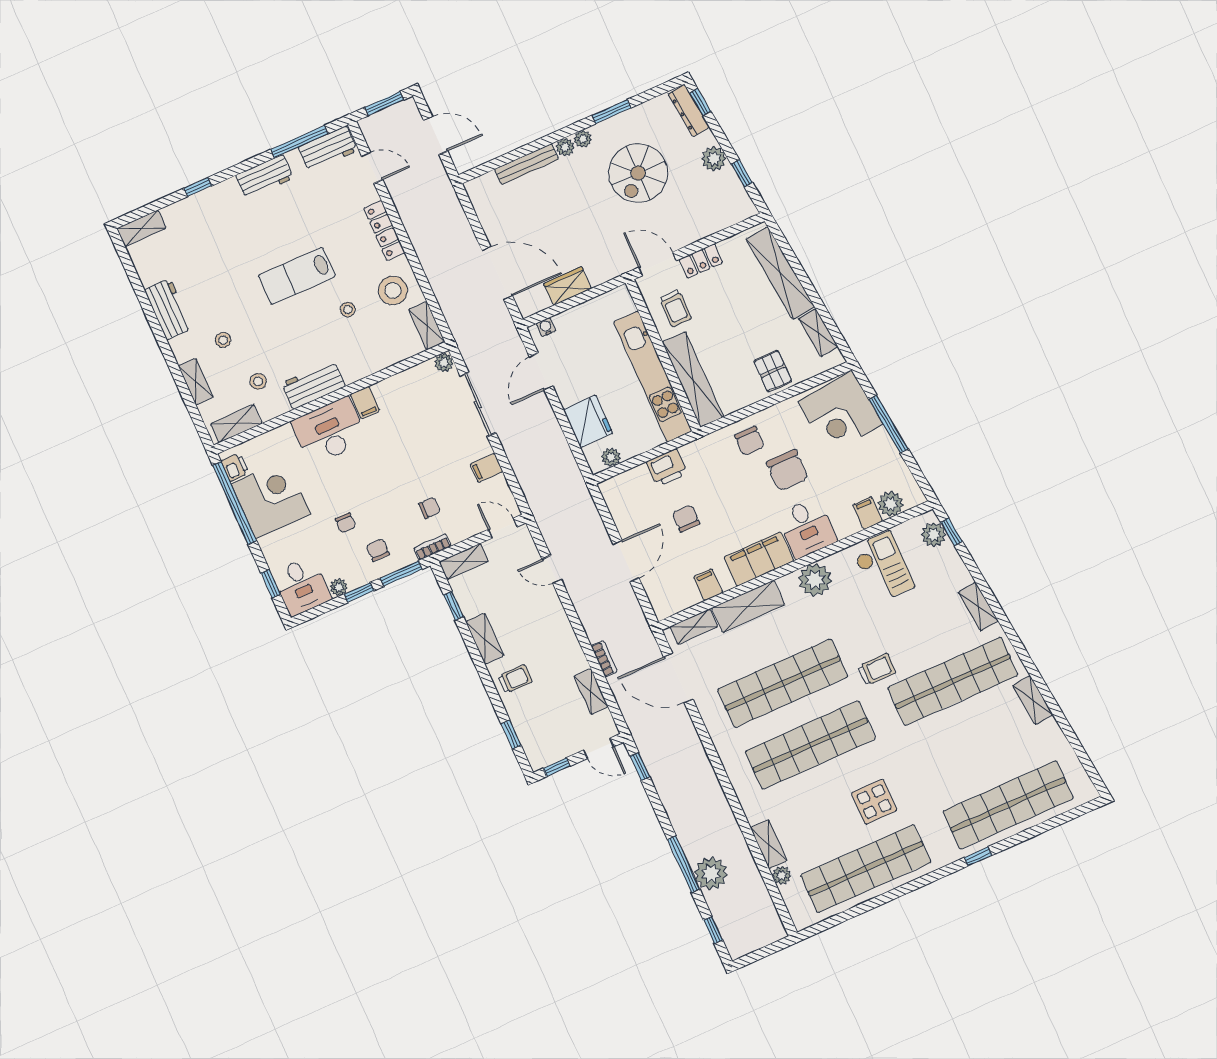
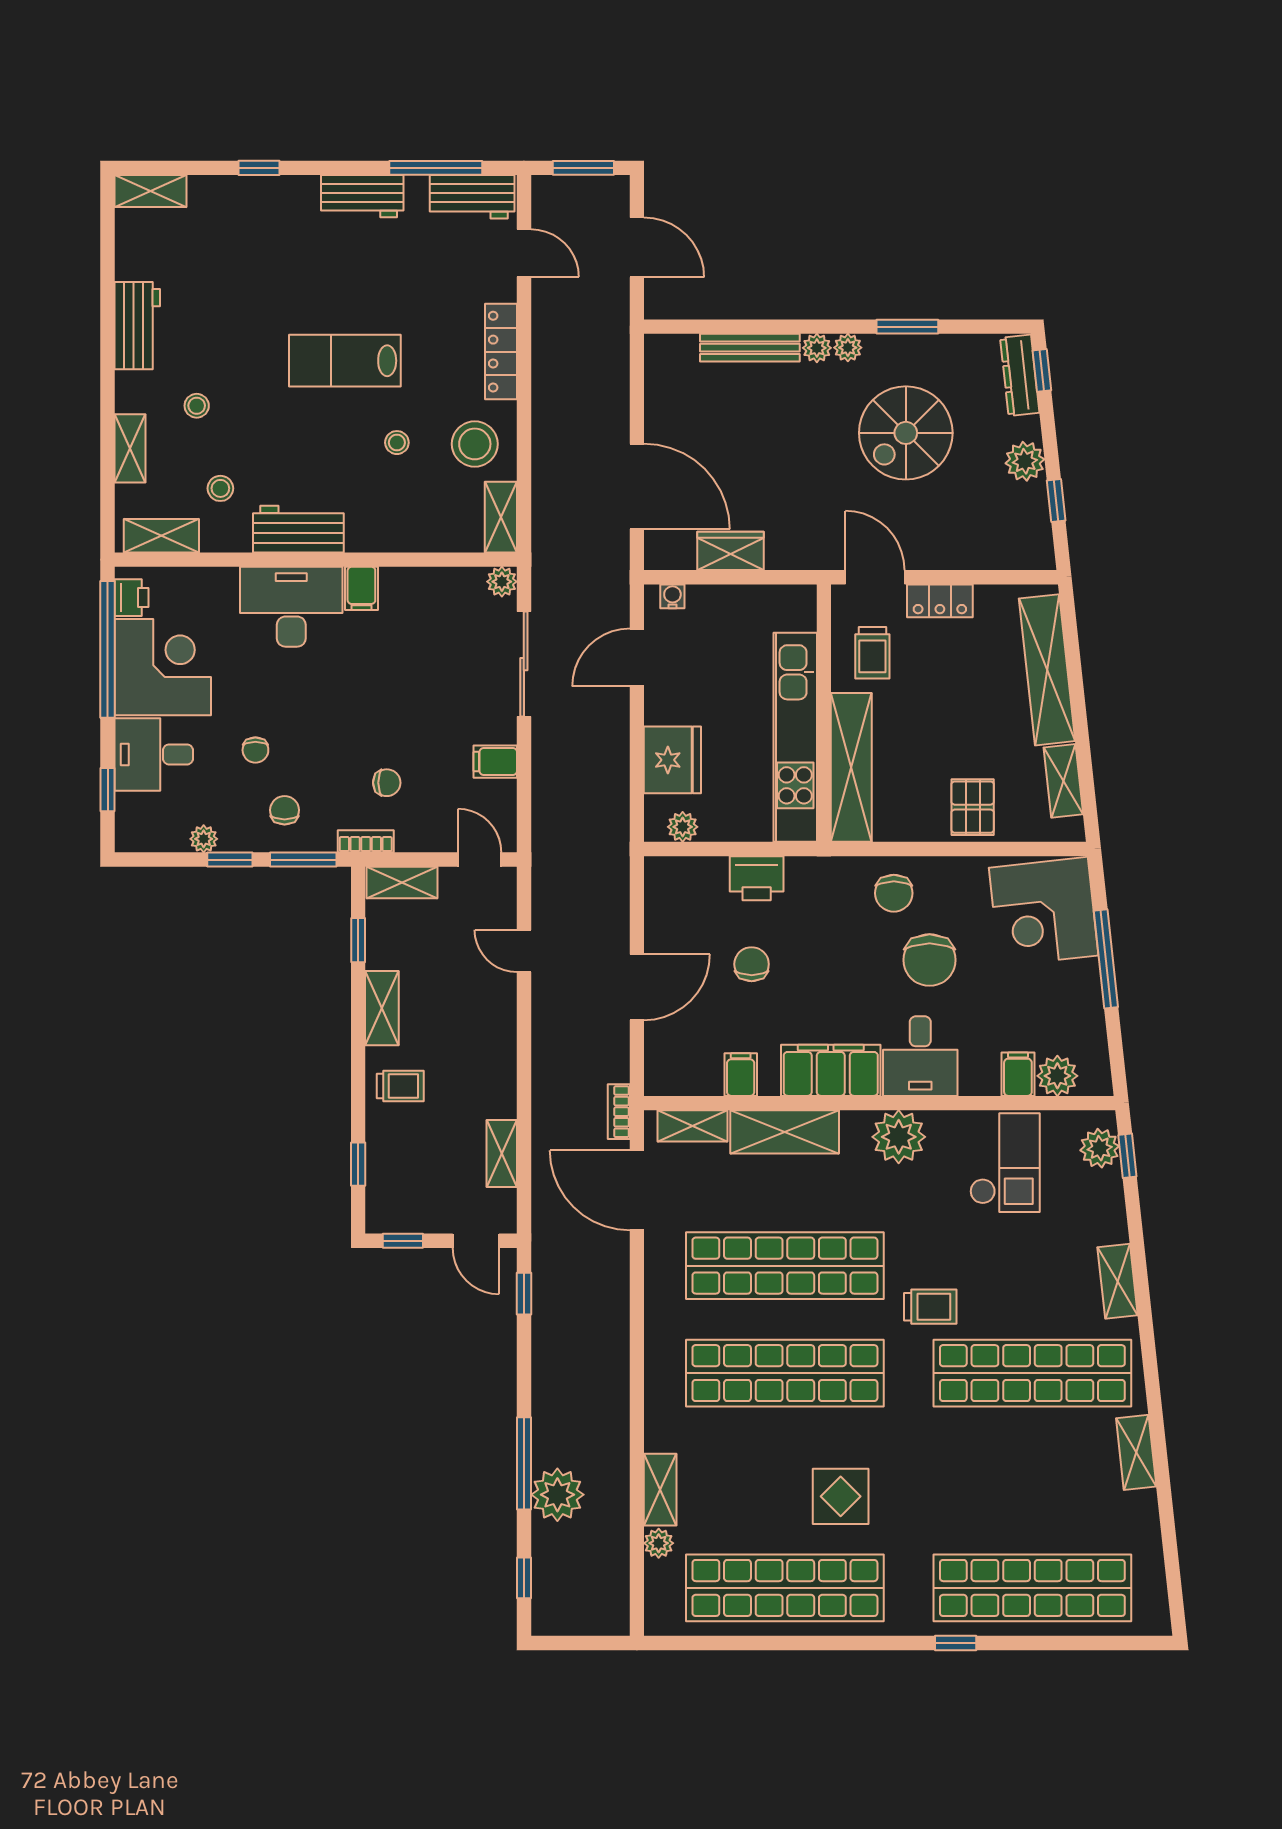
desk: (302, 586) -> (154, 754), moved, turned 90
bookcase: (604, 659) -> (619, 1112), moved, turned 180

